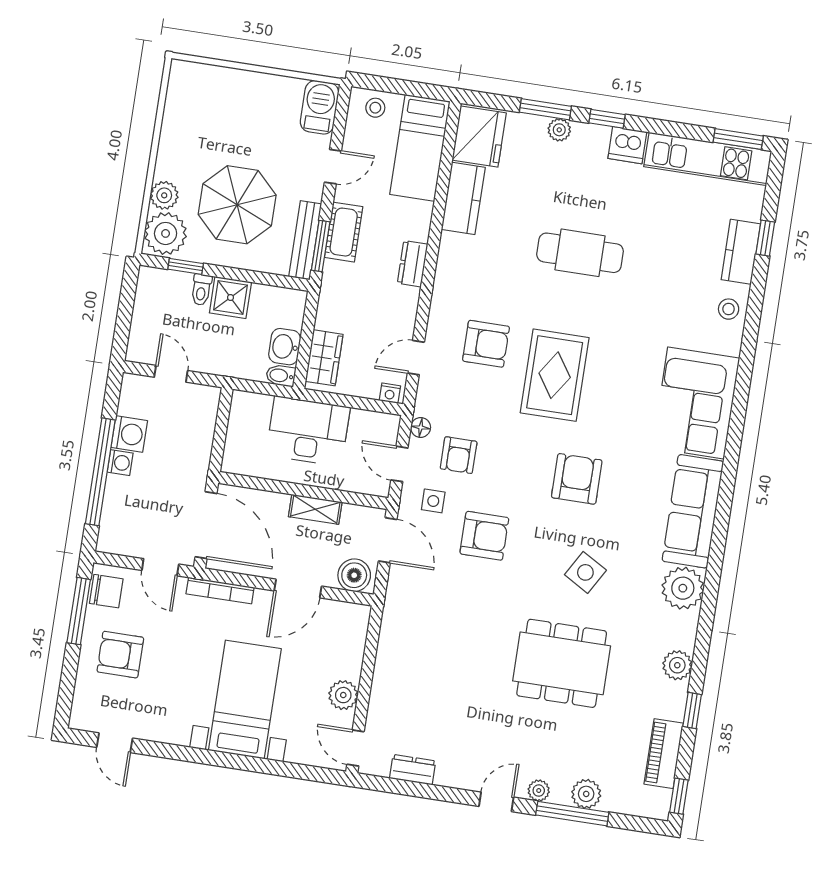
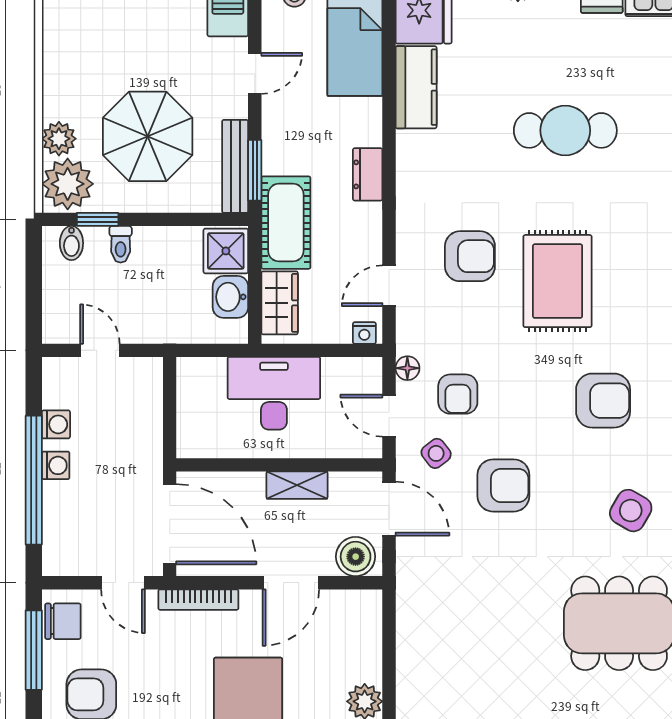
cot: (344, 232) -> (286, 223), moved, width x1.37, depth x1.34
shower: (230, 297) -> (226, 251), moved
bidet: (281, 376) -> (71, 243), moved, turned -90
washing machine: (129, 434) -> (56, 424), width x0.73, depth x0.73
armchair: (577, 479) -> (603, 401), turned 90
side table: (433, 501) -> (436, 453), turned -38

